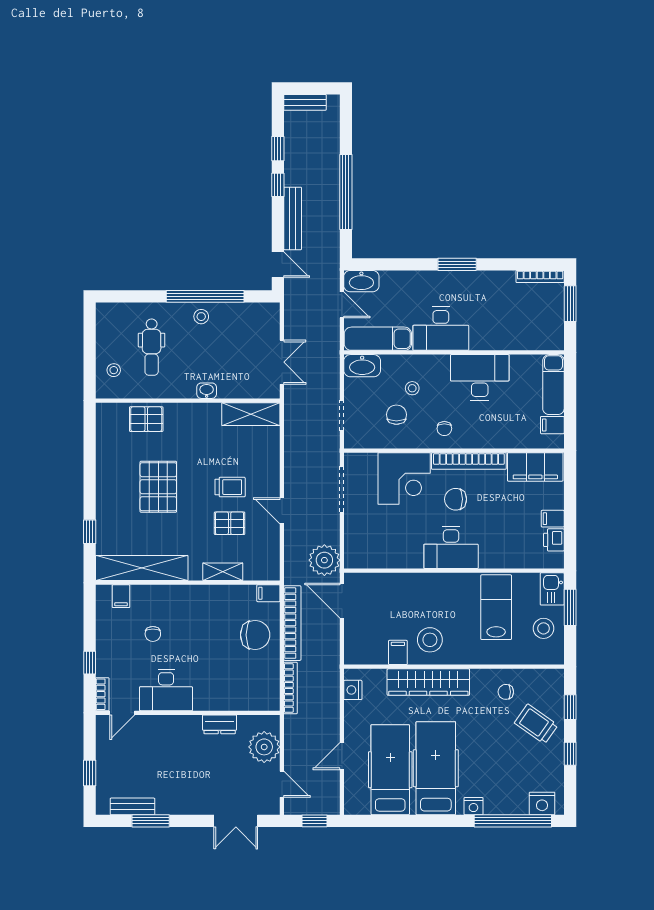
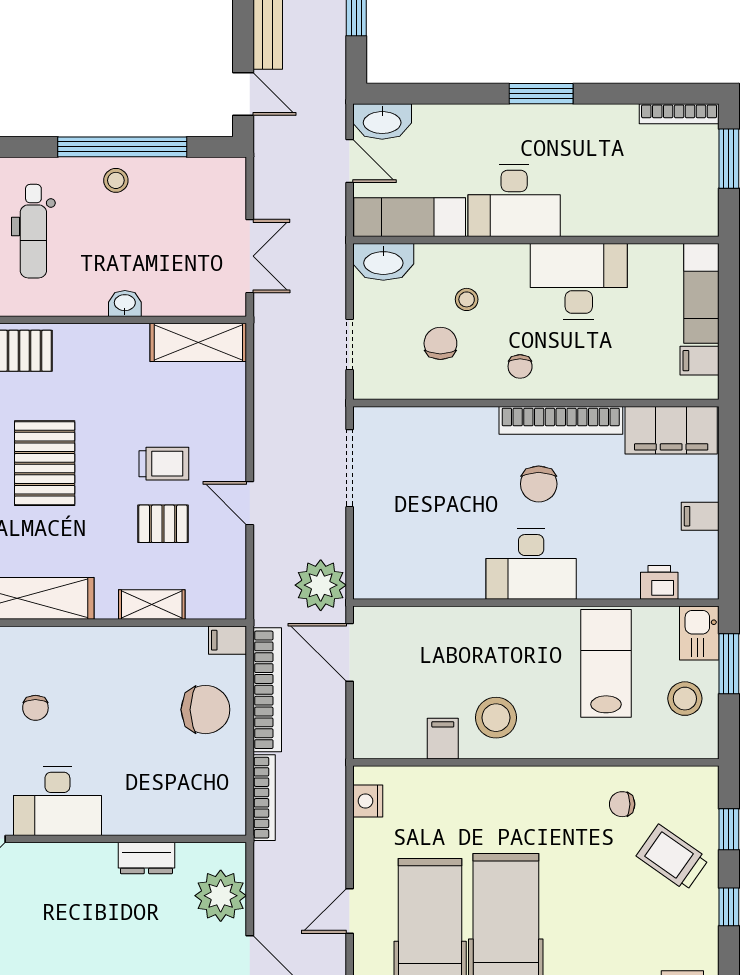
corner desk: (404, 479) -> (453, 449), removed
chair: (456, 499) -> (539, 484), turned -90
printer: (554, 540) -> (659, 582), moved, turned 90
wardrobe: (428, 682) -> (493, 788), removed

